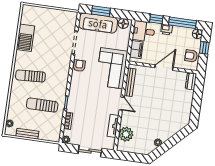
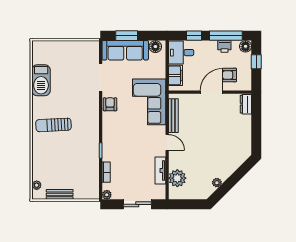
printer: (167, 29) -> (224, 46), moved
armchair: (191, 56) -> (230, 75), moved
sun lounger: (42, 105) -> (72, 158), removed

